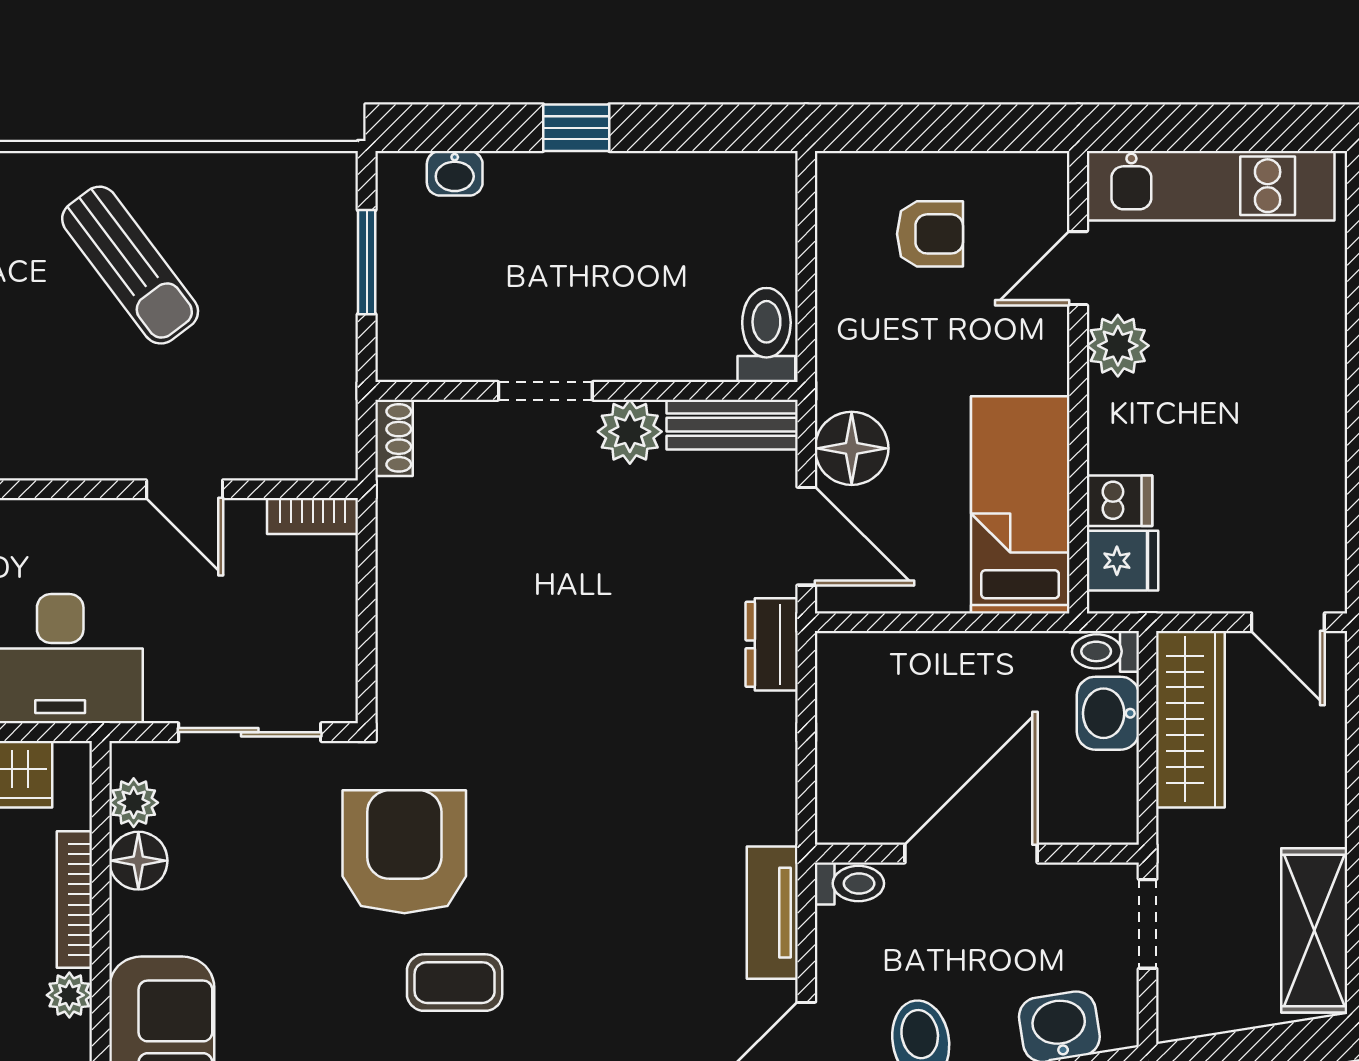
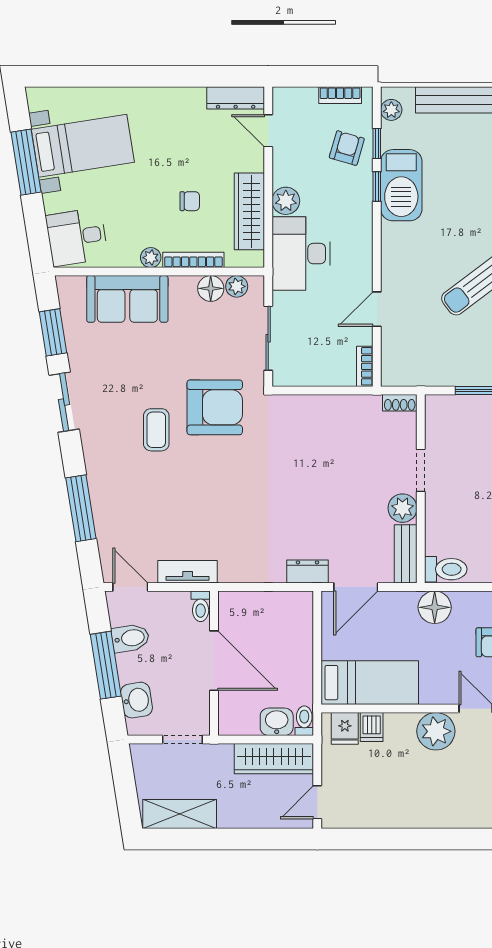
plant: (1118, 346) -> (436, 731), width x1.36, depth x1.36
floor lamp: (852, 448) -> (435, 607), moved

